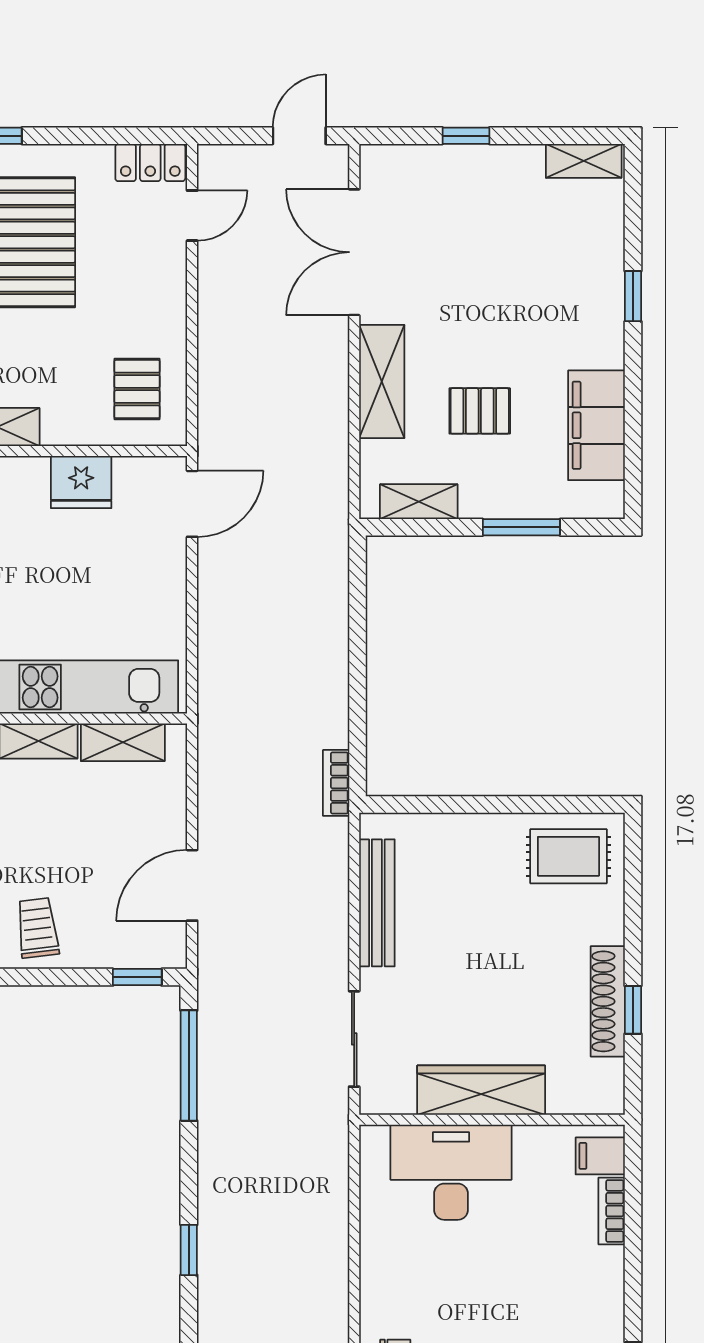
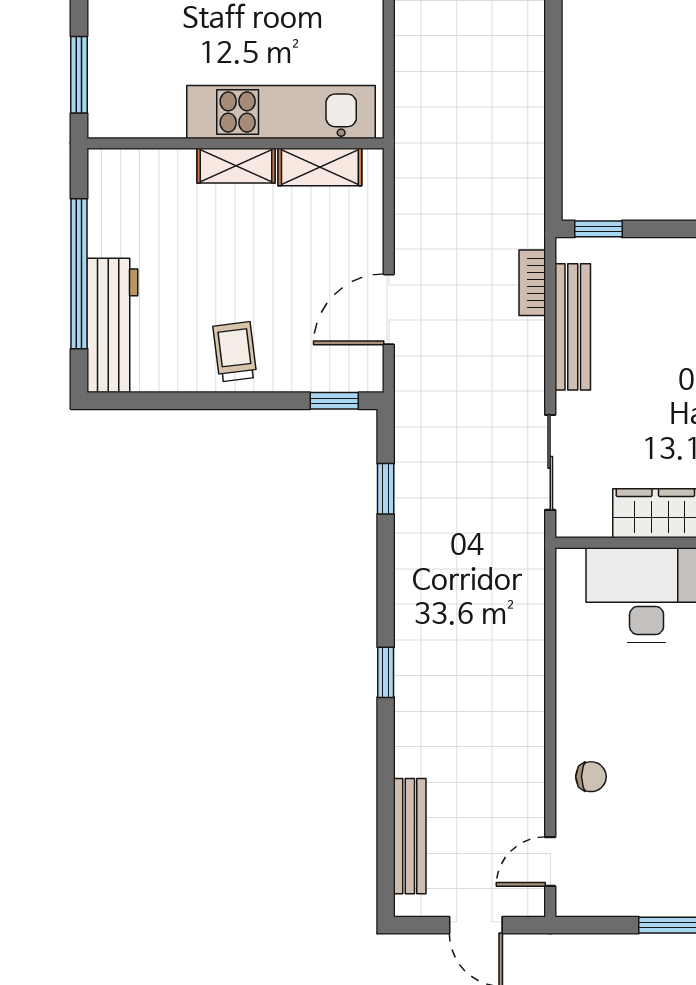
bookcase: (336, 783) -> (532, 283), moved
window: (403, 804) -> (598, 229), added
window: (189, 1066) -> (386, 489), width x0.46

